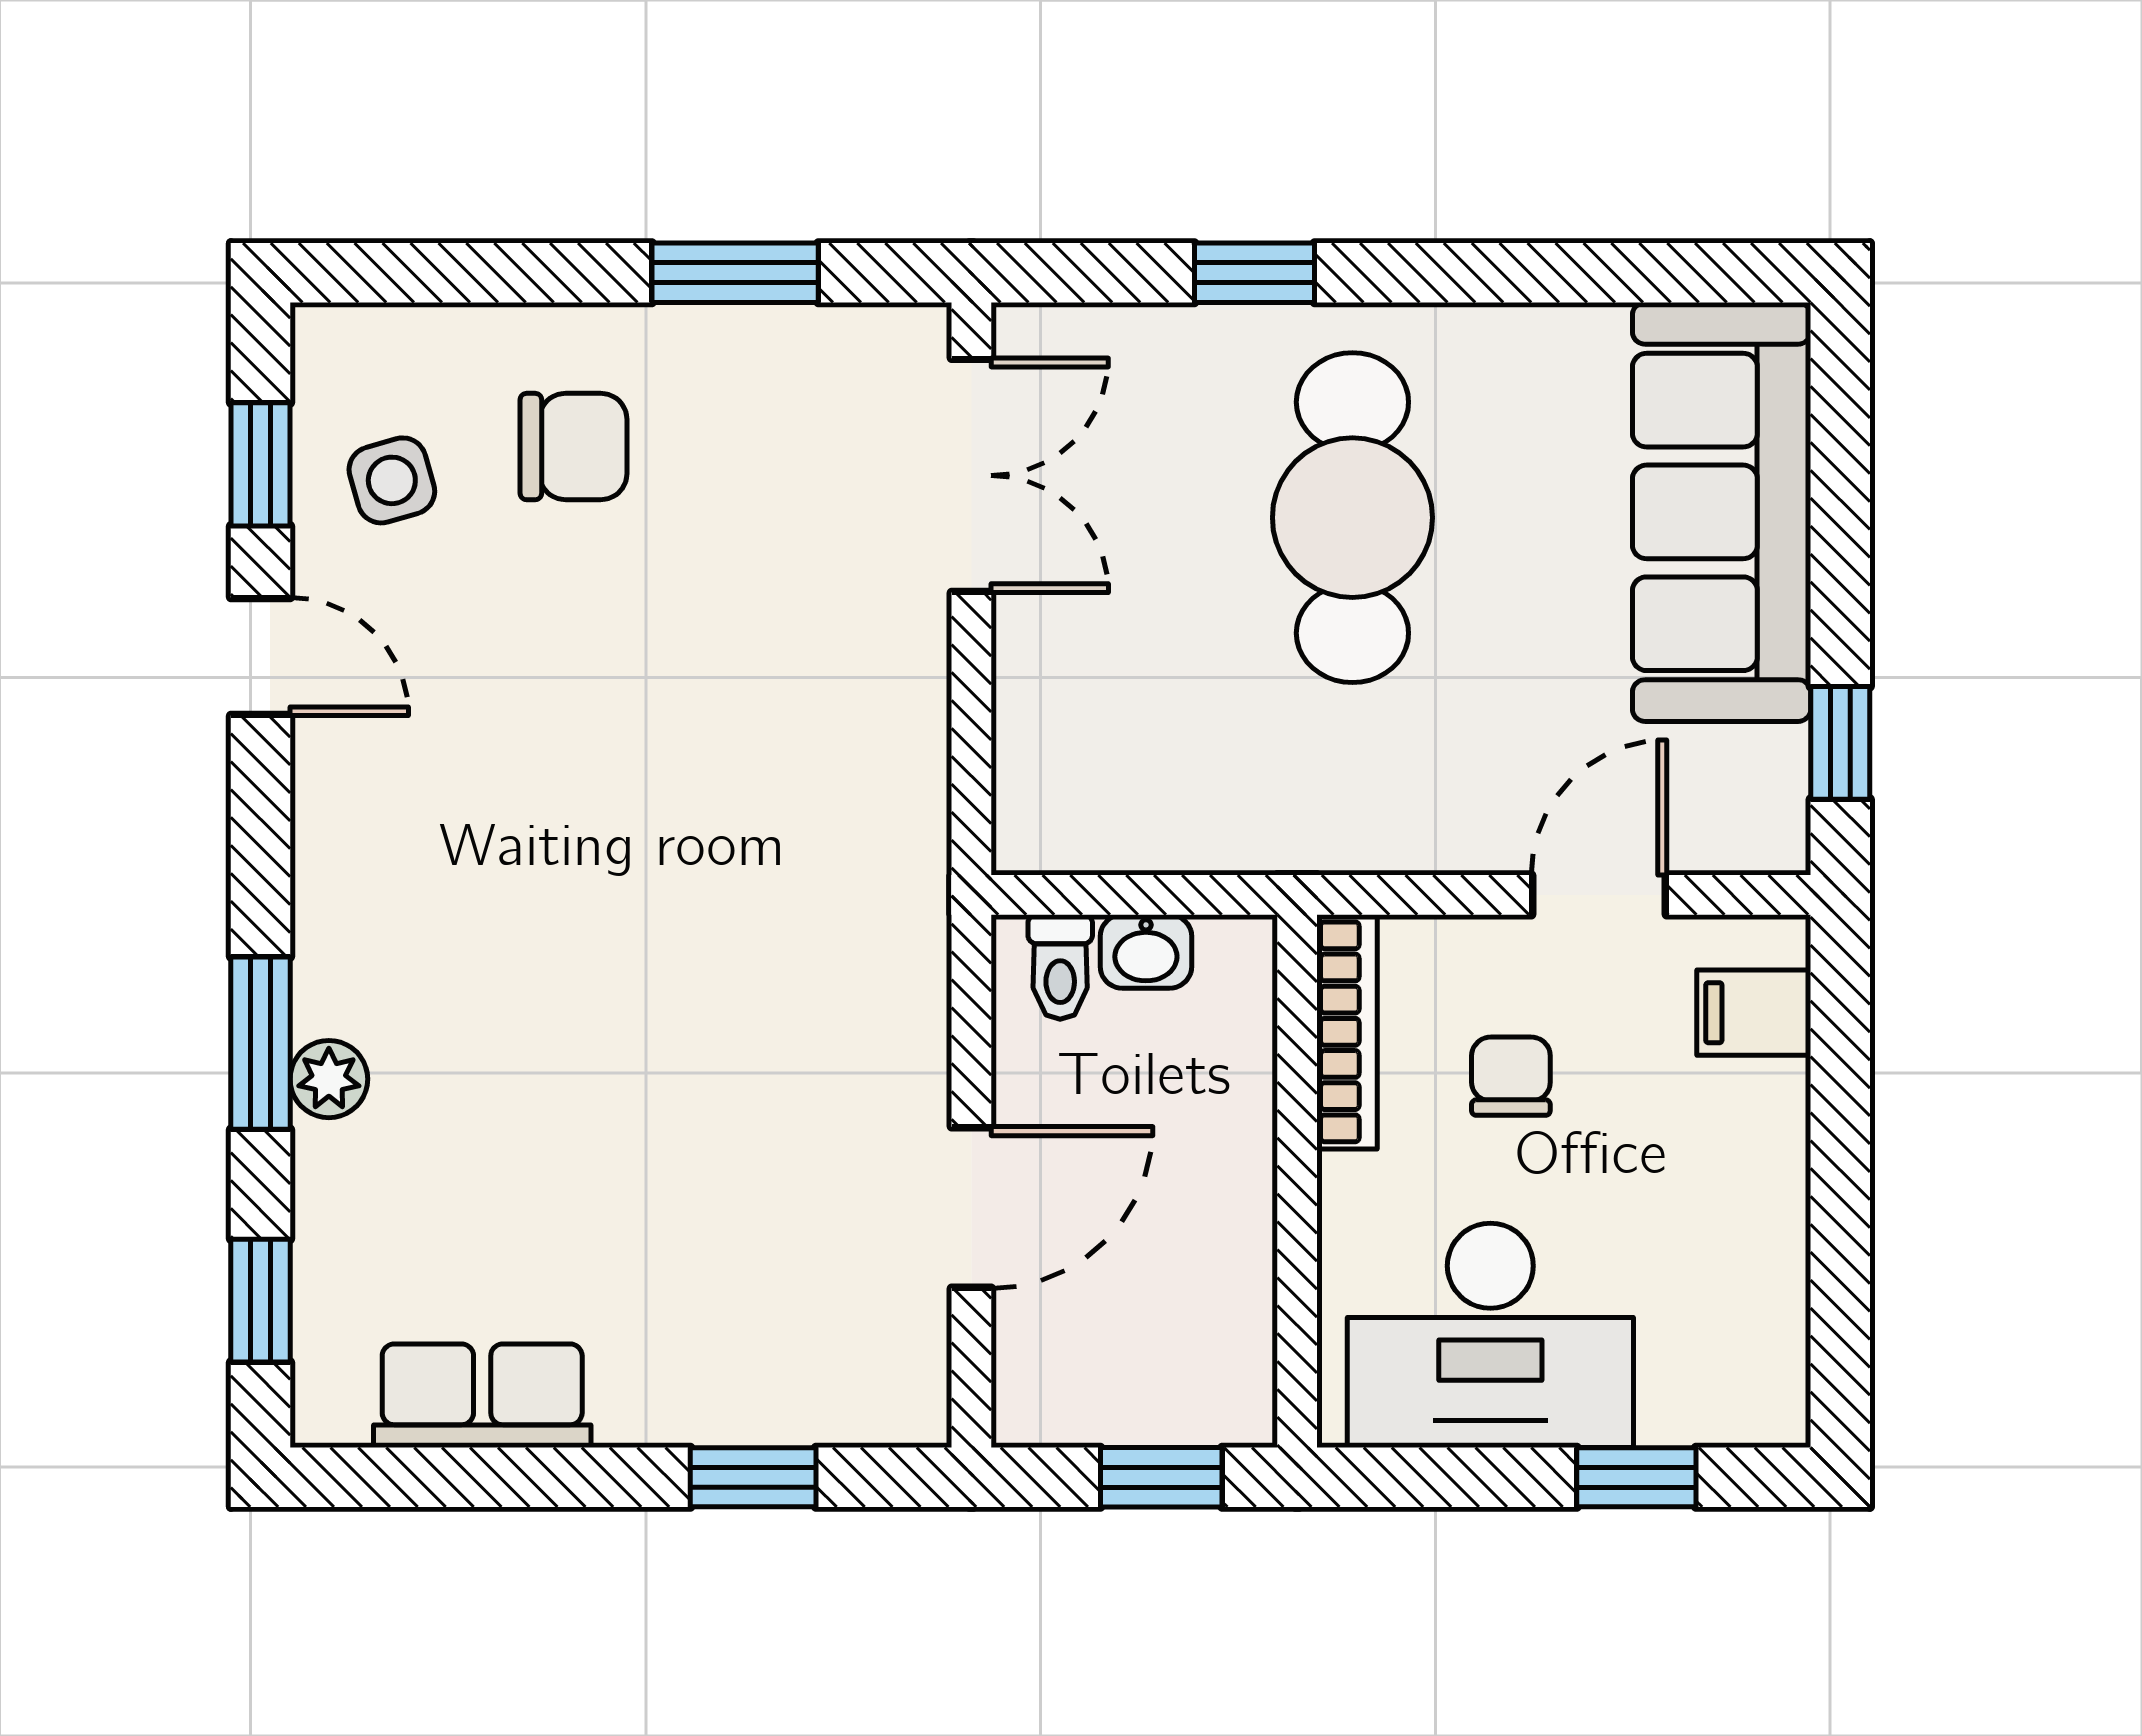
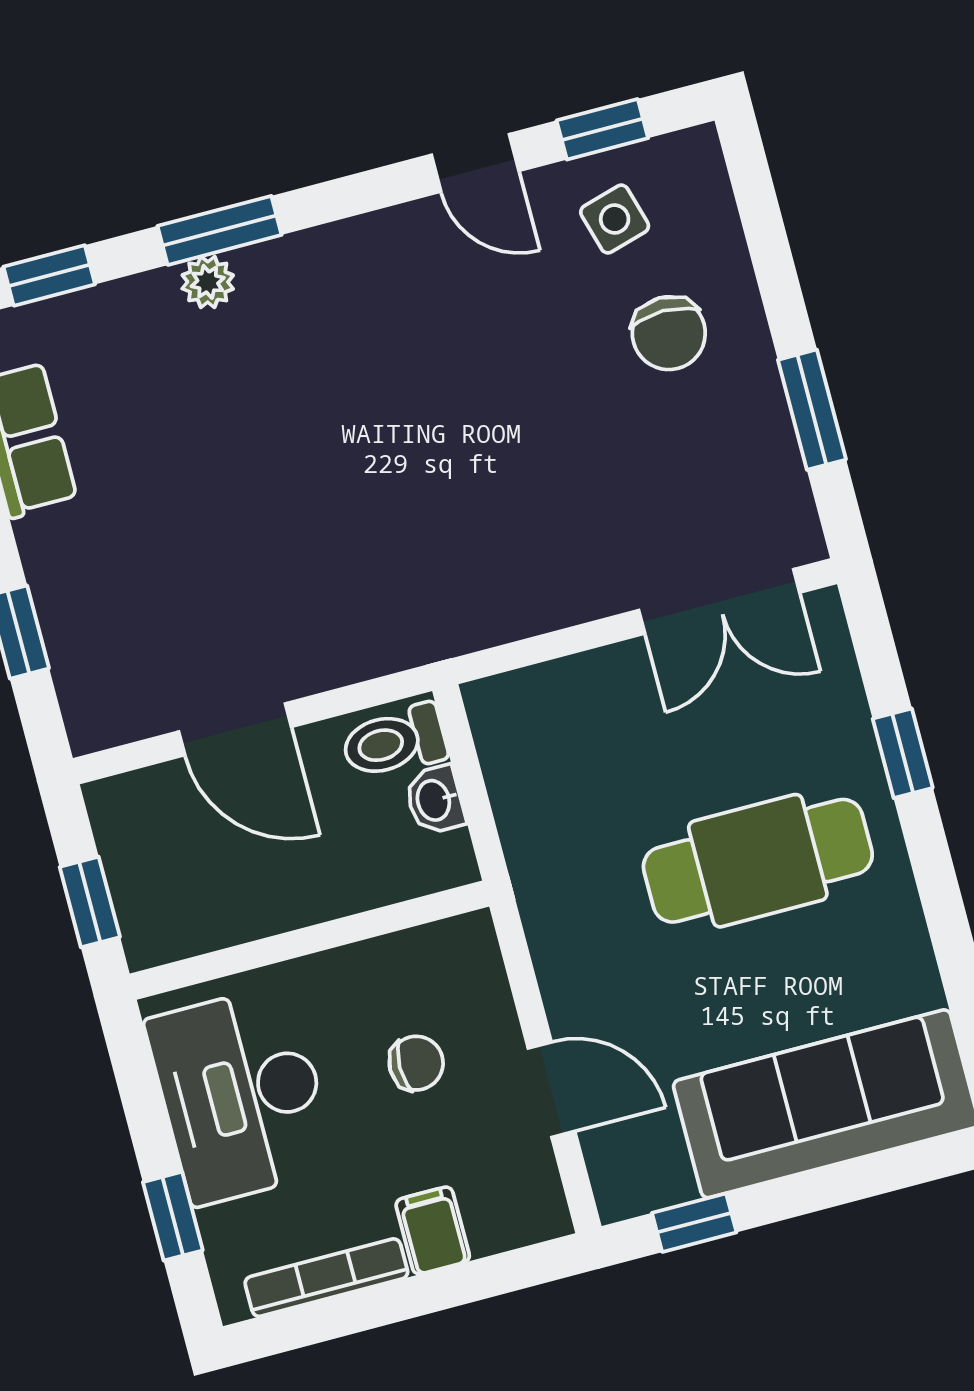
door: (260, 657) -> (475, 163), hinge flipped
toilet: (1060, 967) -> (394, 742), width x1.37, depth x1.39
filing cabinet: (1754, 1013) -> (433, 1231), moved
bookcase: (1347, 1032) -> (326, 1278), moved, turned 180

